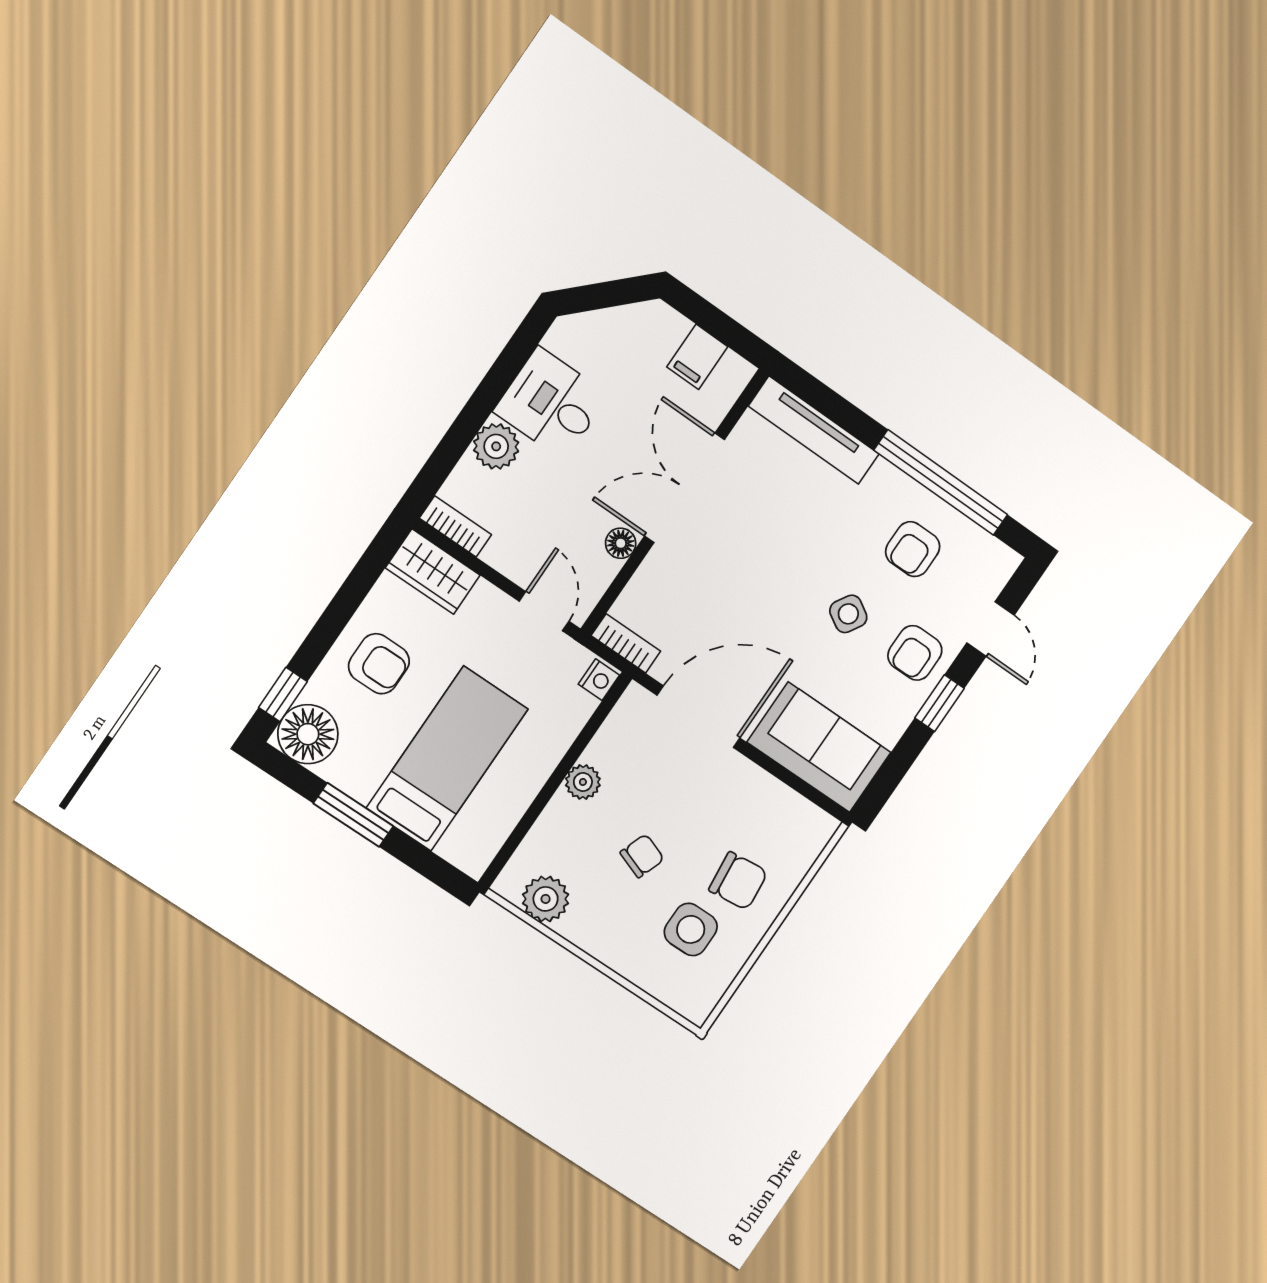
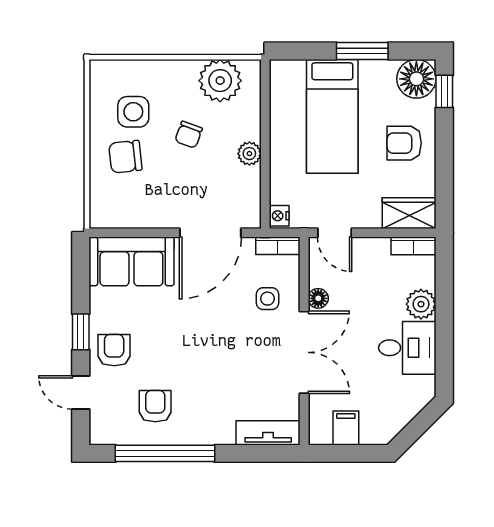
tv unit: (814, 430) -> (268, 433), width x0.71
side table: (848, 614) -> (268, 299), moved, turned -31
plant: (546, 899) -> (220, 81), width x1.36, depth x1.36

